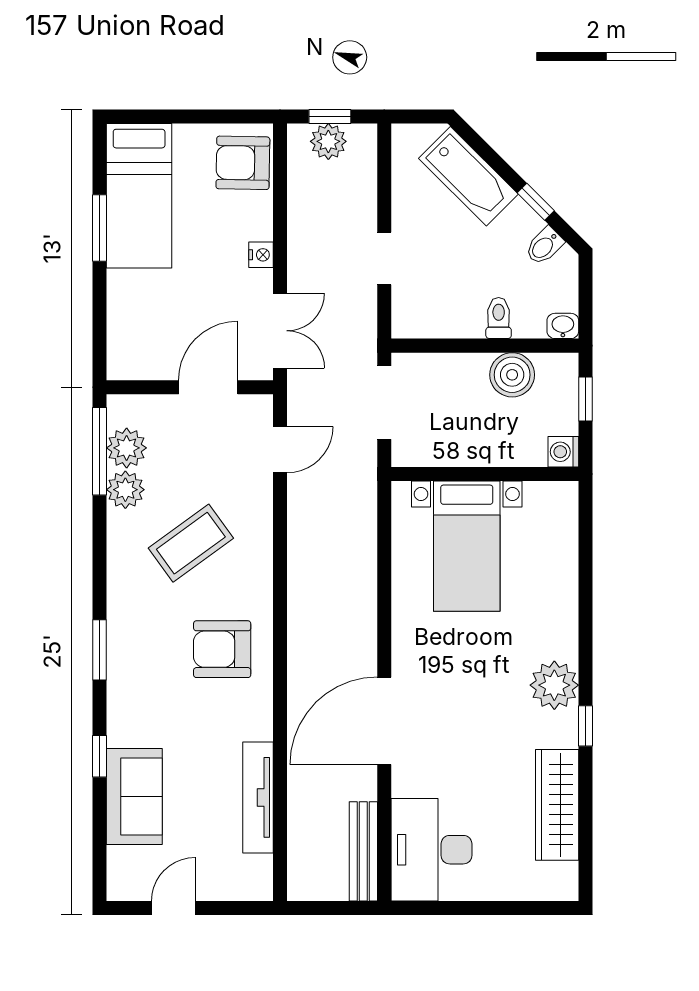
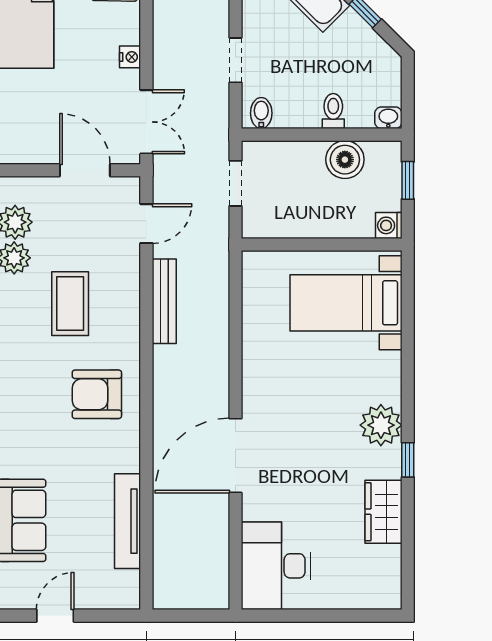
bidet: (544, 246) -> (261, 113), moved, turned 135
door: (208, 387) -> (85, 170), hinge flipped
doorway: (384, 403) -> (235, 183), width x0.73
coffee table: (191, 543) -> (70, 304), turned -54
bed with nightstands: (467, 546) -> (346, 303), moved, turned 90
wardrobe: (557, 805) -> (383, 512), width x0.67
bench: (363, 851) -> (164, 301), moved

